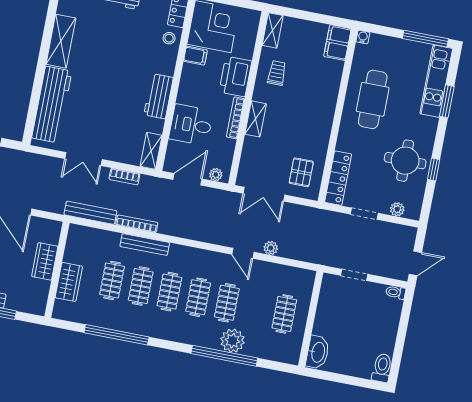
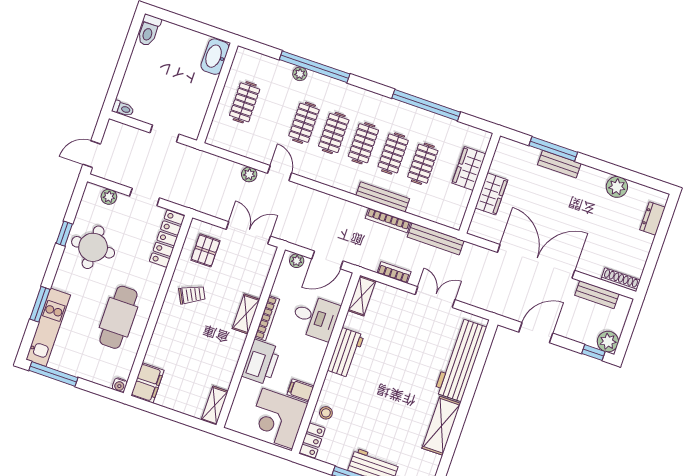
trolley: (277, 73) -> (192, 295), moved, turned -117
door: (415, 263) -> (92, 154), moved
plant: (233, 341) -> (300, 74), width x0.53, depth x0.53

